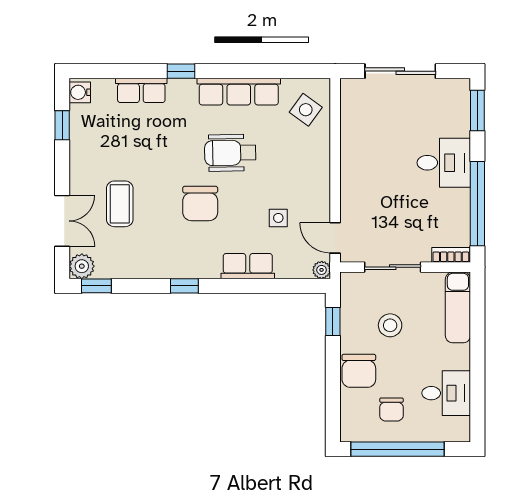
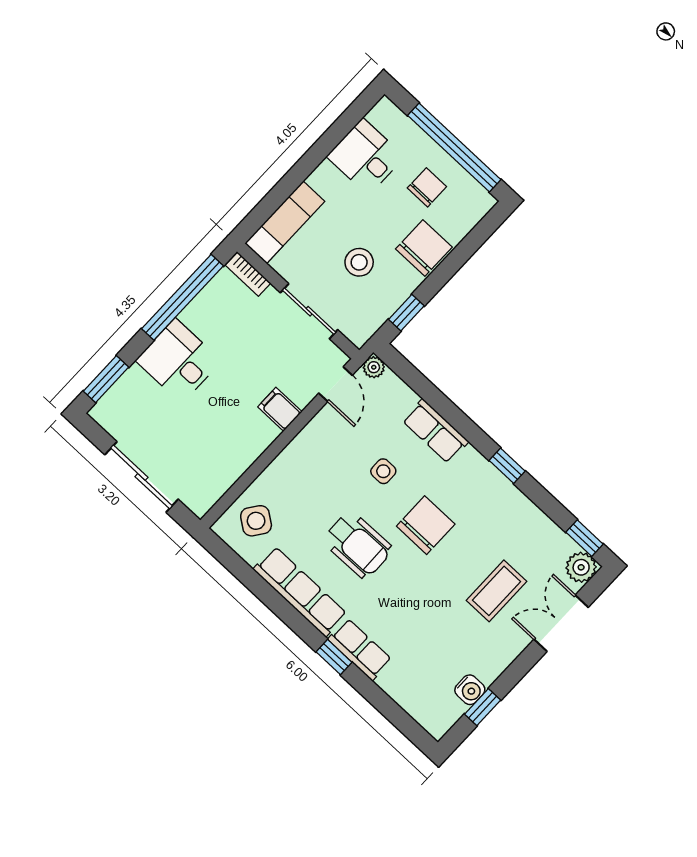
row of seats: (141, 90) -> (360, 649), moved
water cooler: (80, 92) -> (470, 690), moved
filing cabinet: (355, 191) -> (280, 409), added
side table: (278, 218) -> (383, 471), moved

